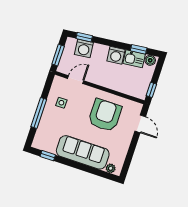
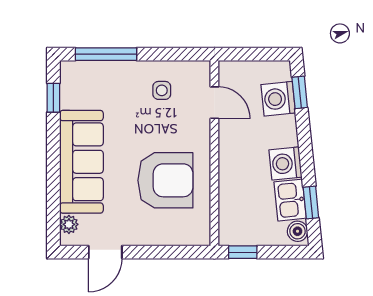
window: (58, 55) -> (249, 54), removed
window: (39, 113) -> (106, 54), moved
door: (140, 124) -> (105, 252), moved

